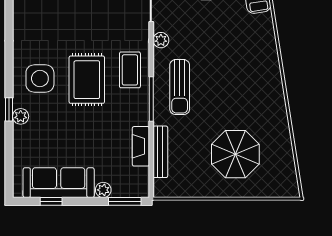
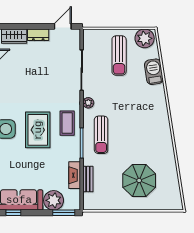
bench: (160, 152) -> (88, 179), width x0.73
plant: (103, 190) -> (54, 200), width x1.88, depth x1.88

